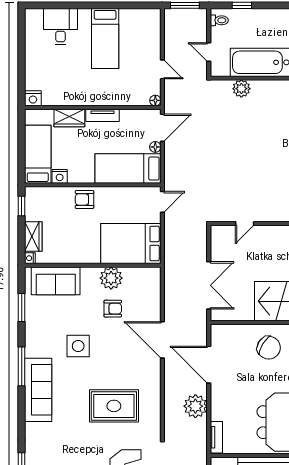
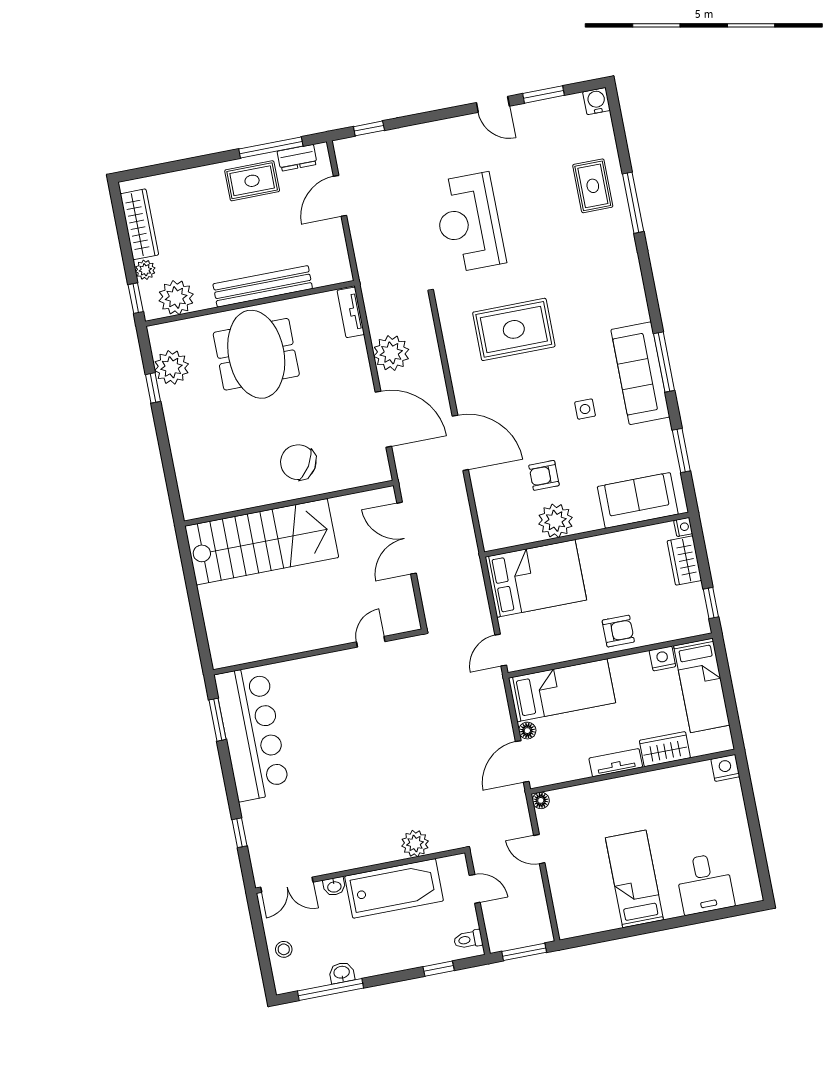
side table: (78, 346) -> (585, 409), width x0.54, depth x0.54
sofa: (38, 390) -> (640, 373), moved

